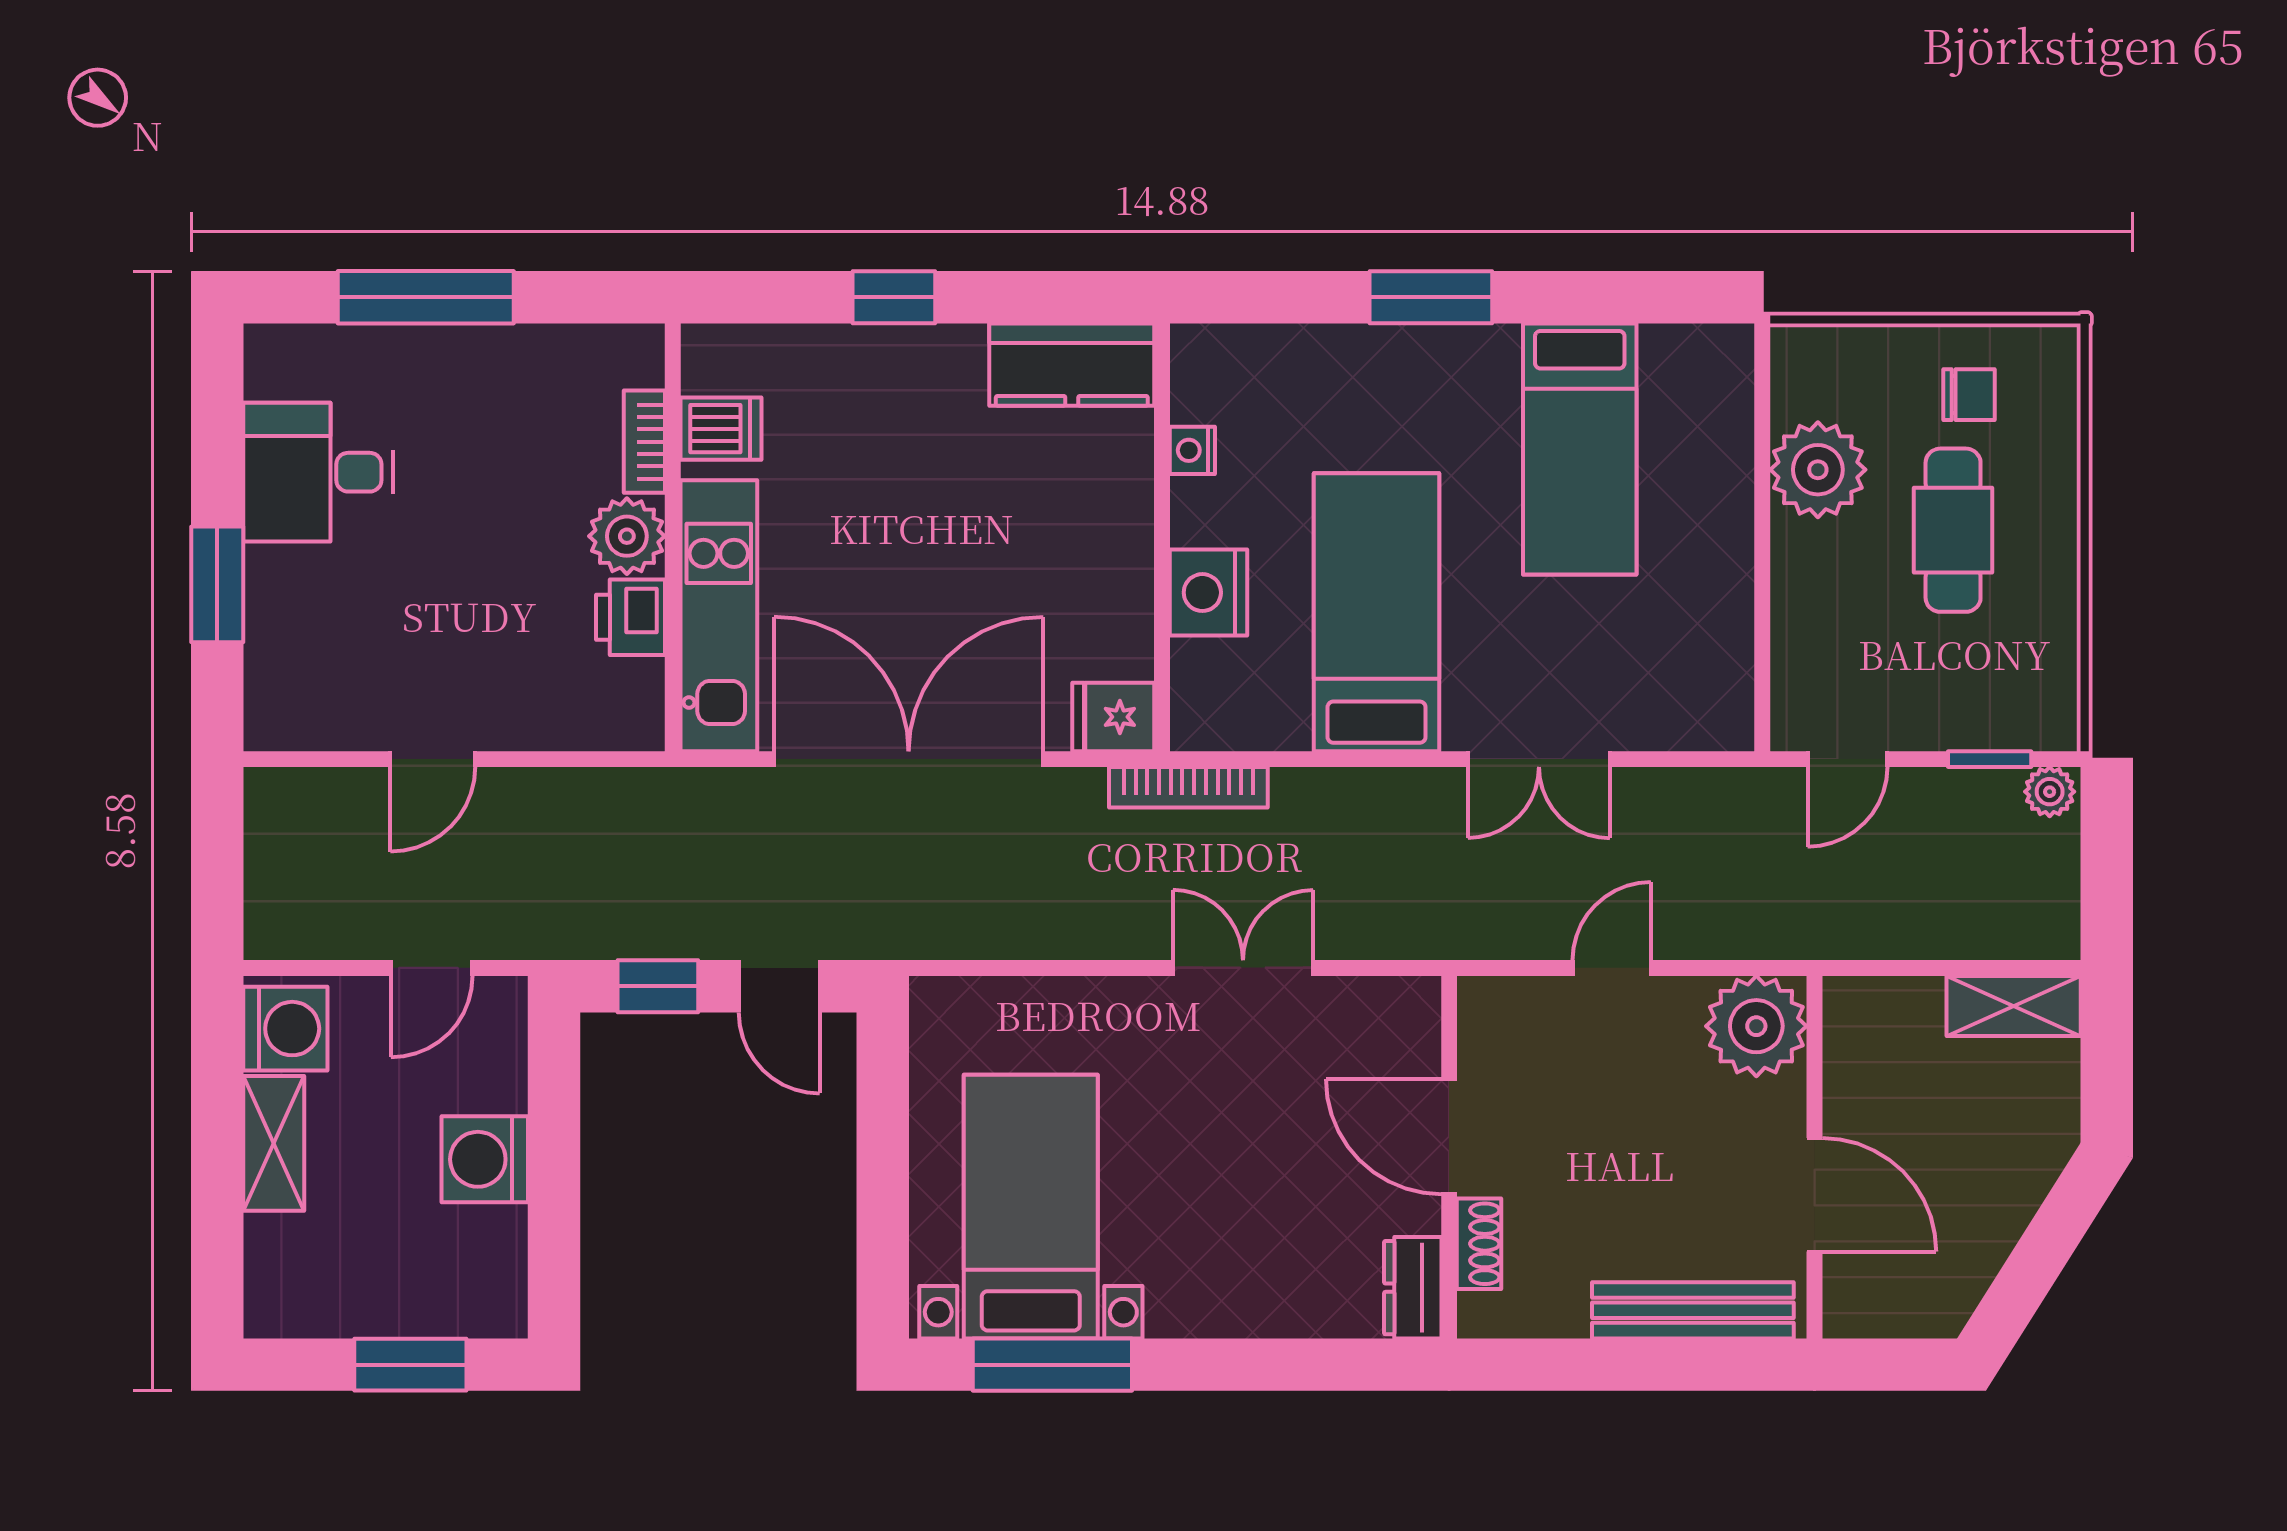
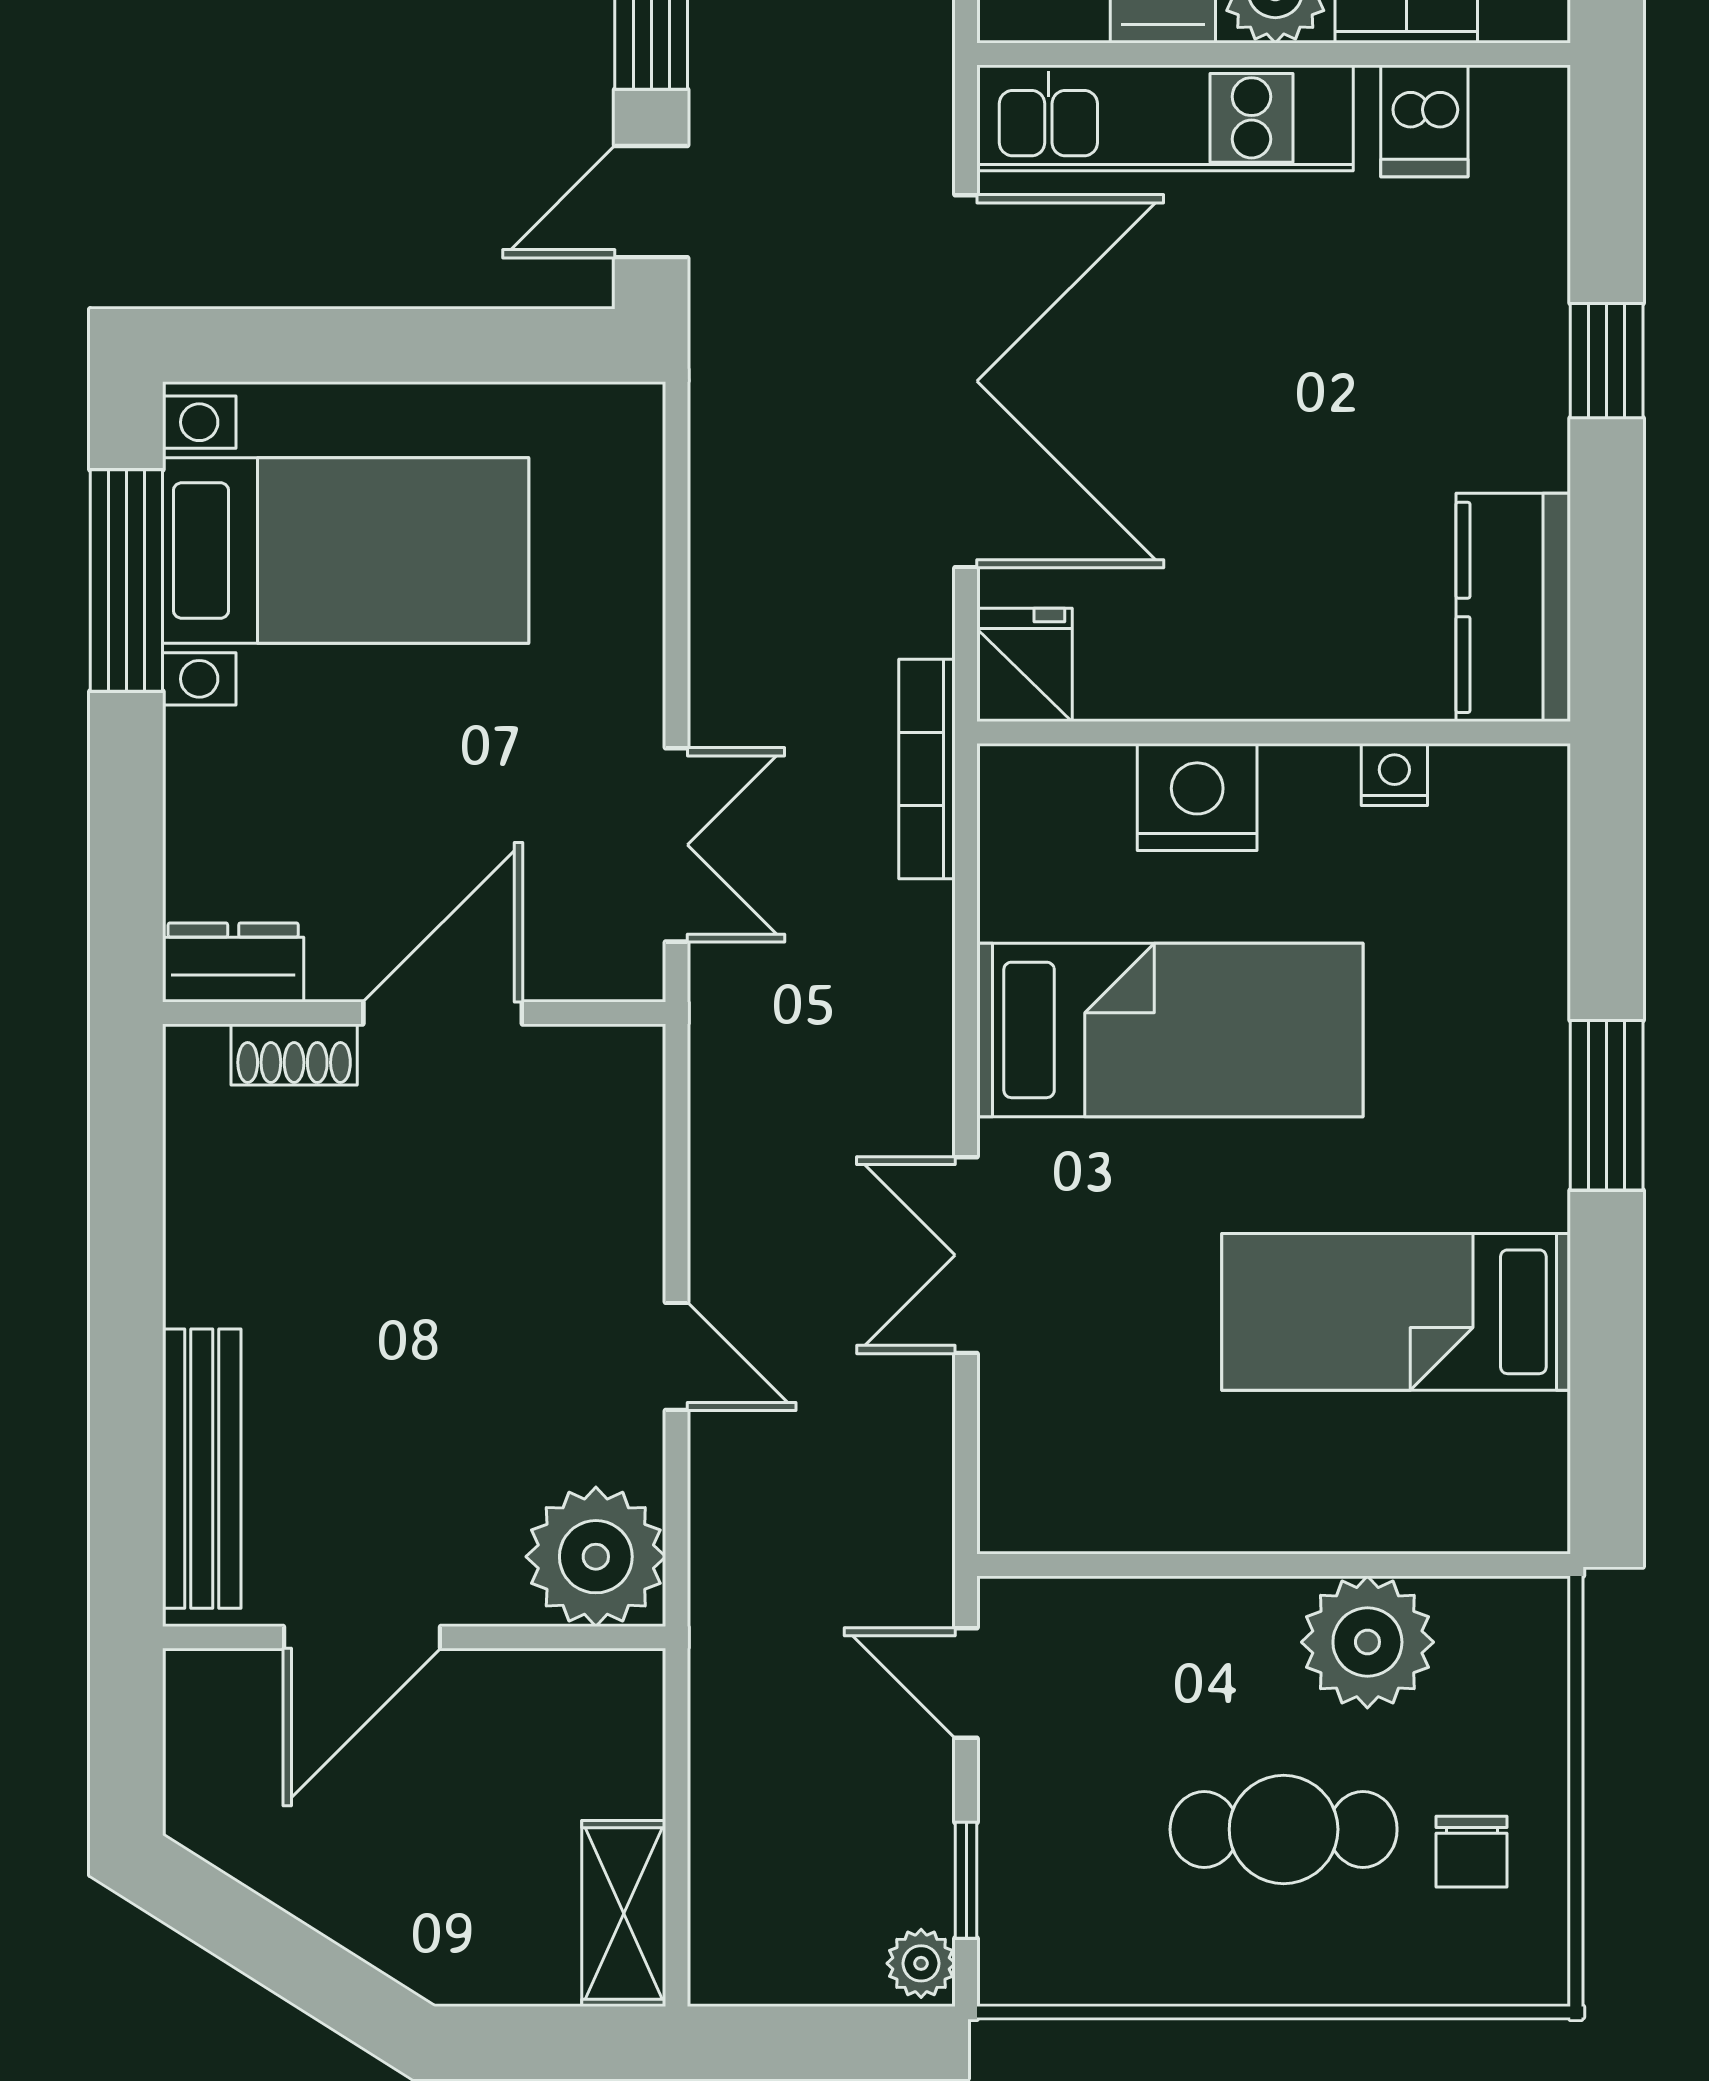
door: (1449, 1137) -> (443, 1013), moved
wall: (1449, 1157) -> (414, 1013), moved
shoe rack: (1479, 1244) -> (294, 1055), moved
dresser: (1413, 1288) -> (233, 963), moved

